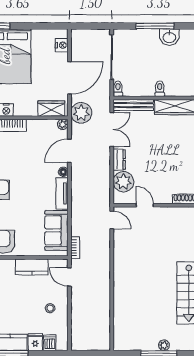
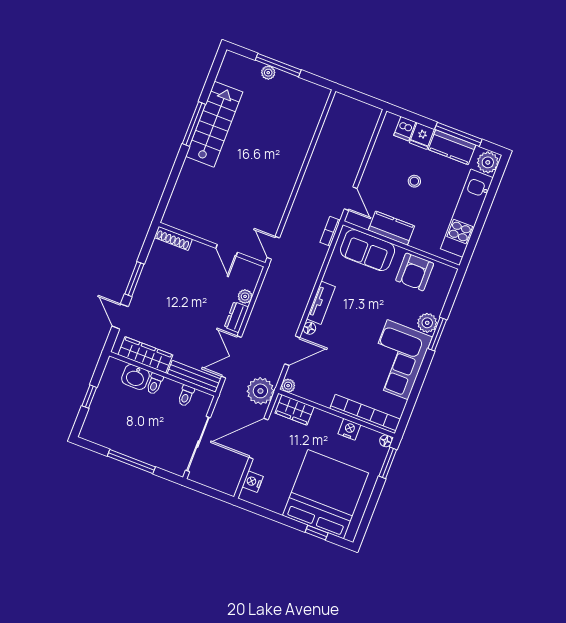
washbasin: (169, 37) -> (136, 377), moved, turned 180
toilet: (118, 89) -> (186, 396), moved
plant: (123, 182) -> (245, 296), width x0.53, depth x0.53
sofa: (56, 230) -> (368, 250), moved, turned 90
stool: (50, 308) -> (414, 181), moved

